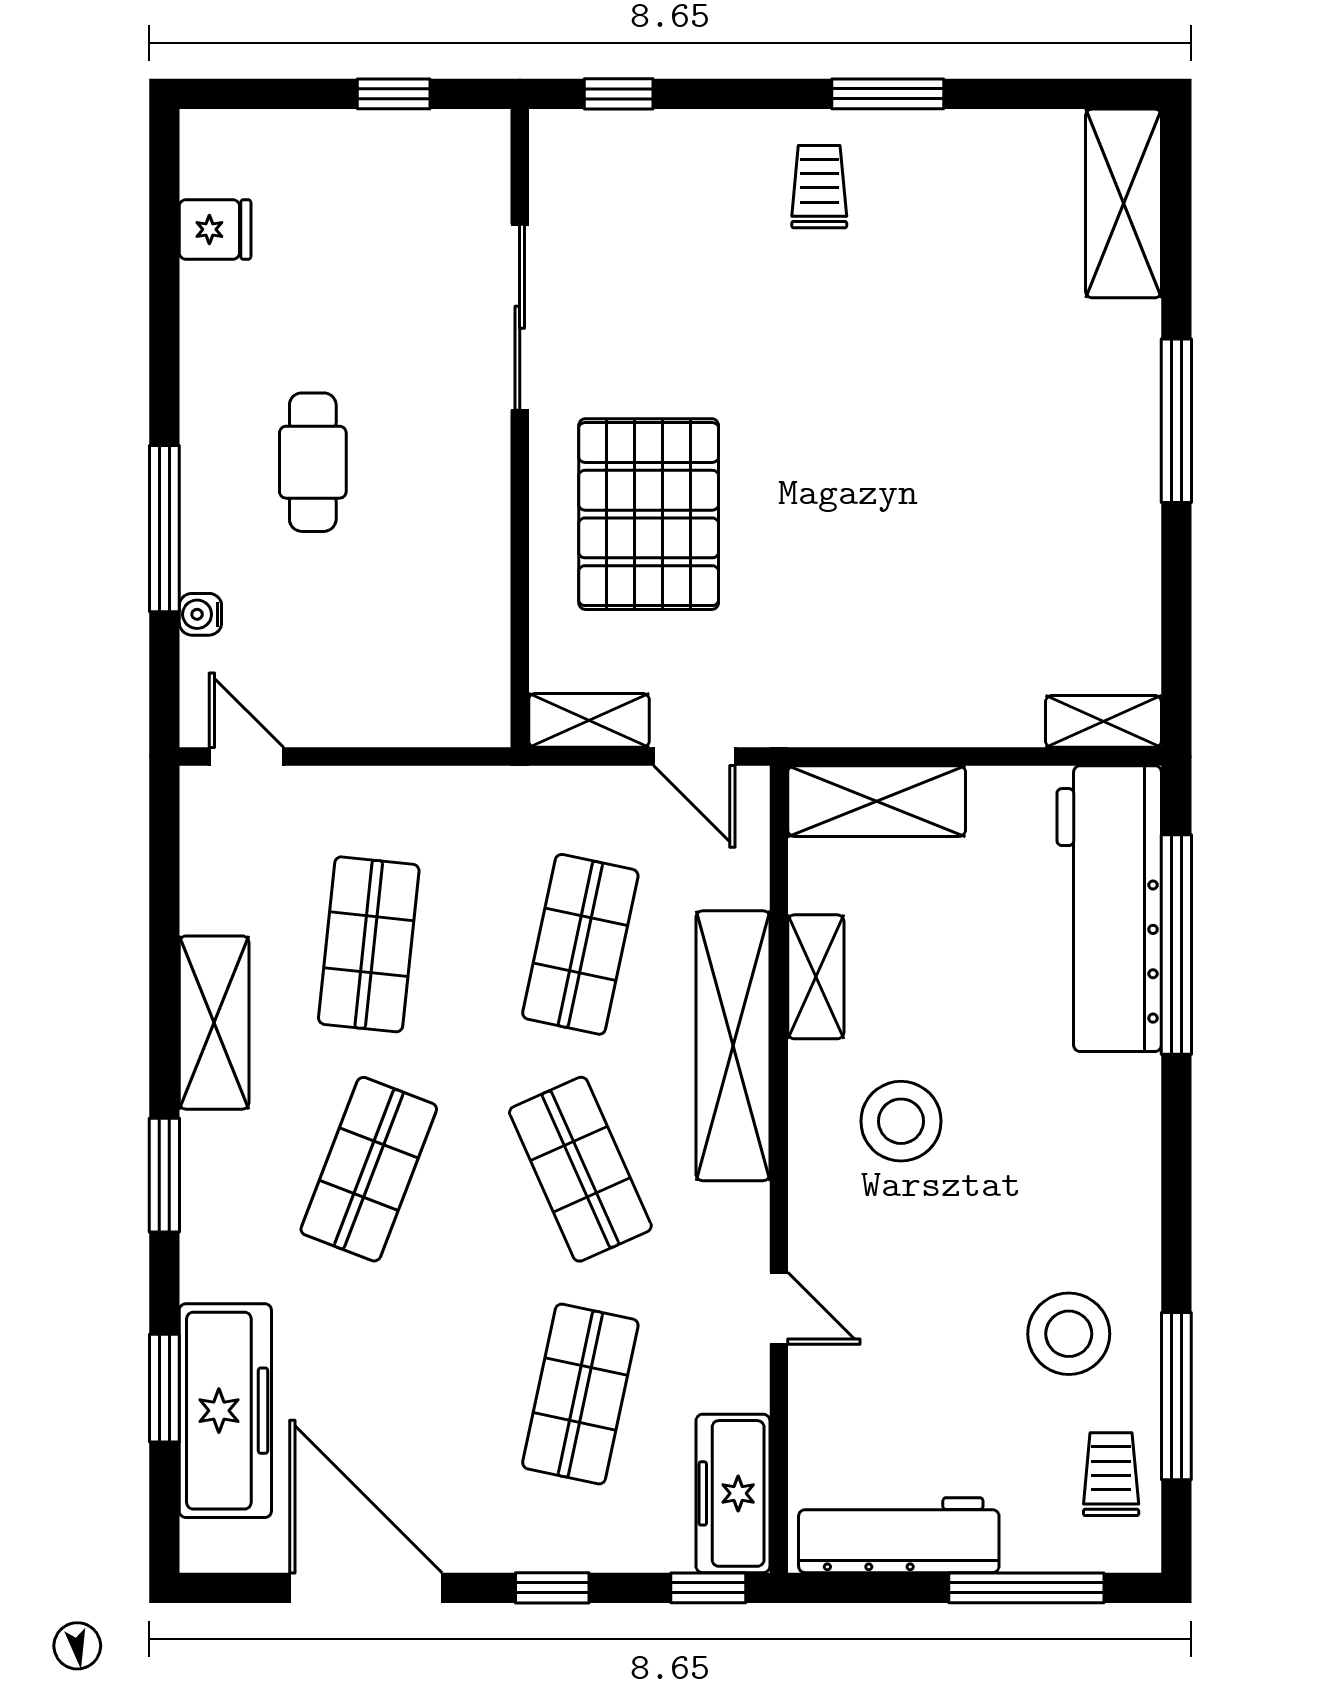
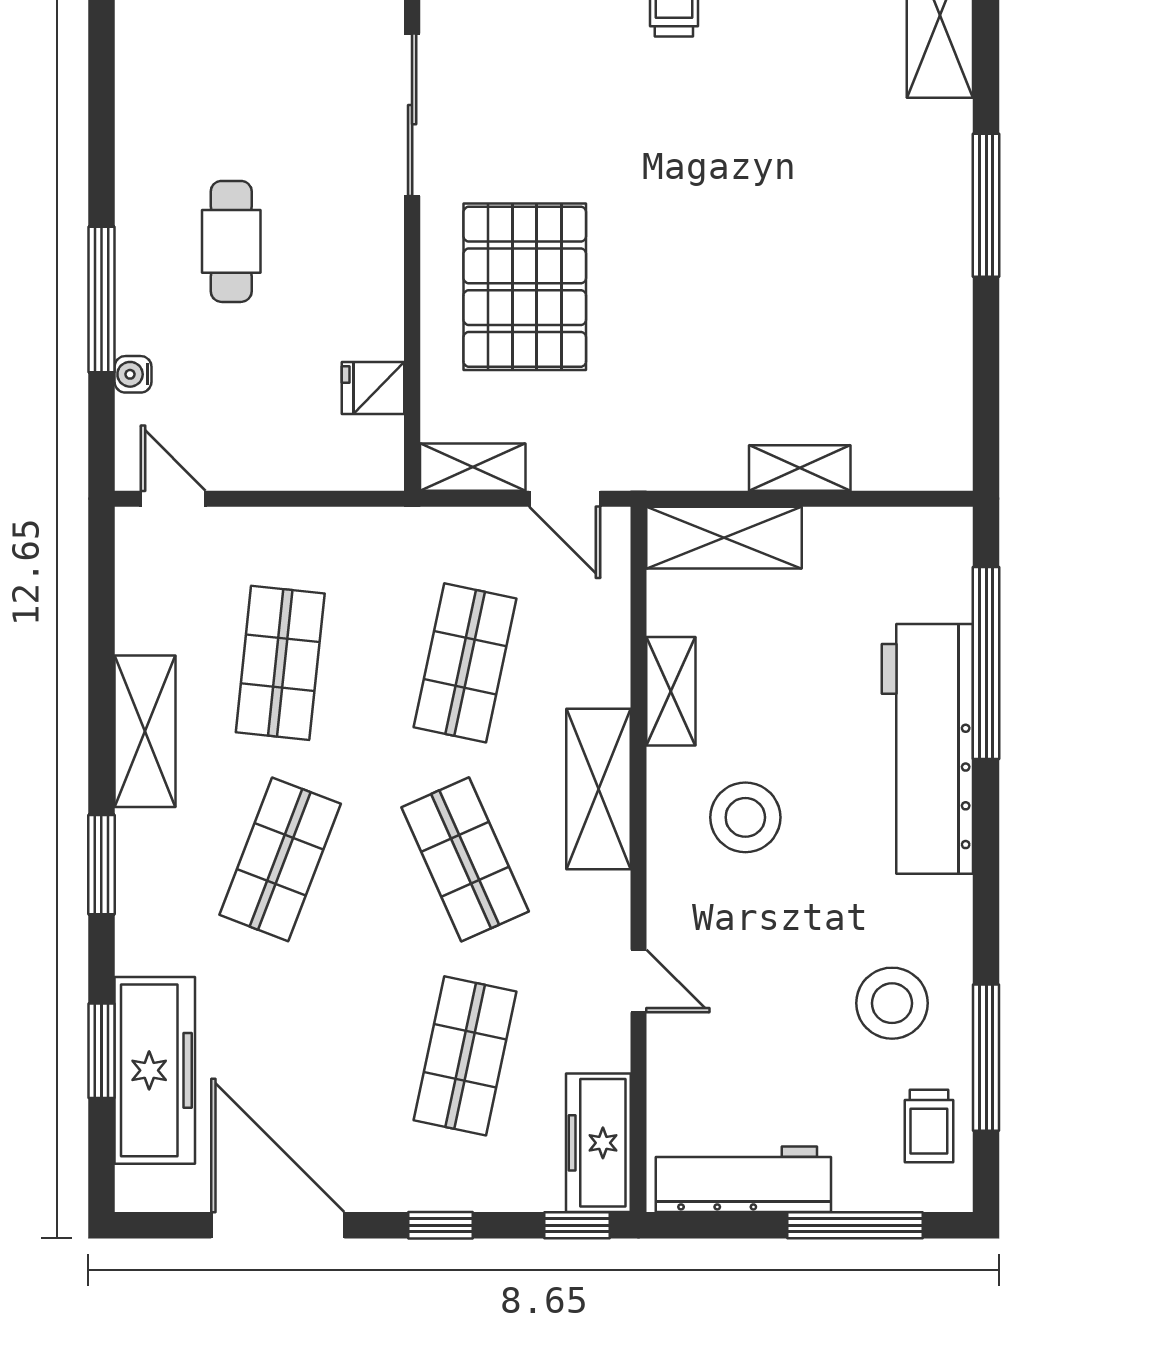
fridge: (215, 229) -> (373, 388), moved, turned 180
shelving: (1103, 721) -> (800, 468), moved
workbench: (1109, 909) -> (927, 749), moved
shelving: (733, 1046) -> (598, 789), width x0.68
trolley: (1111, 1474) -> (929, 1126), turned 180

